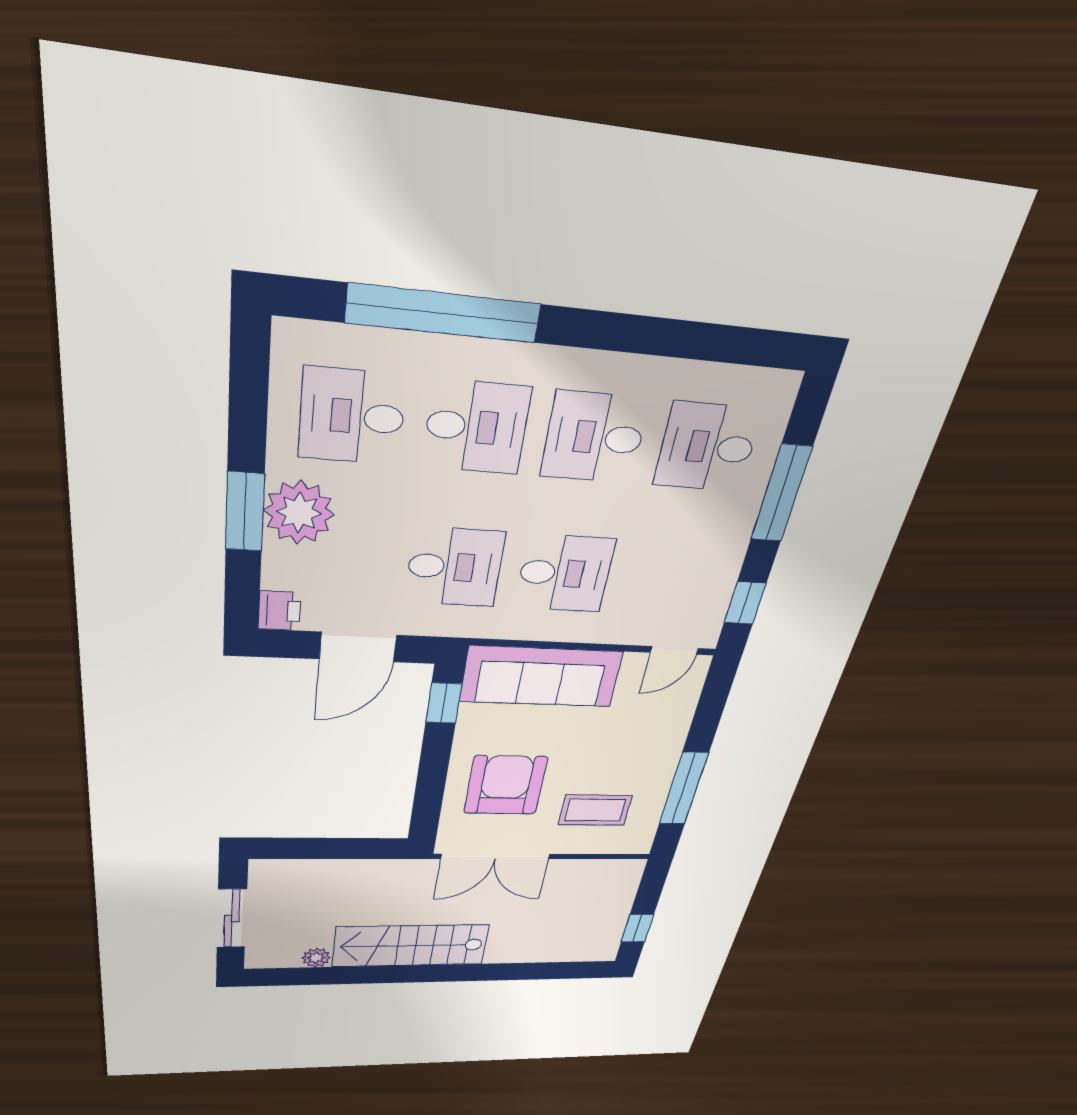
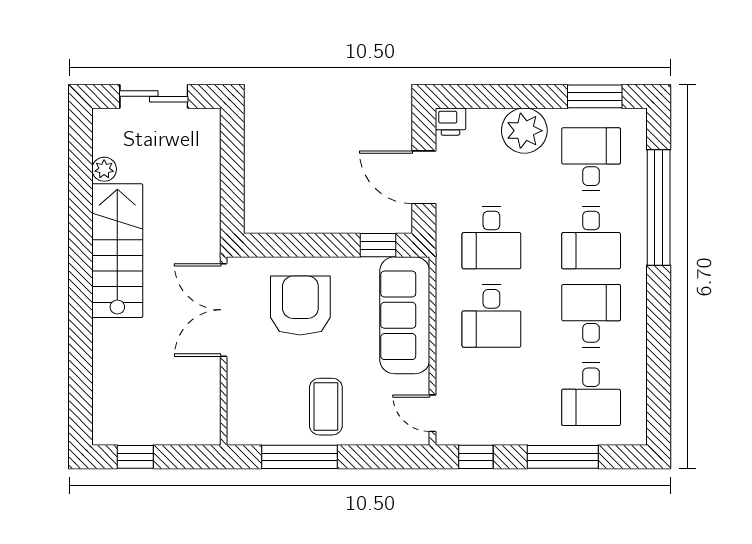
desk: (707, 447) -> (591, 394), turned 180
window: (245, 512) -> (595, 96), moved
armchair: (506, 785) -> (300, 306), turned -90
coffee table: (595, 810) -> (326, 407), moved

